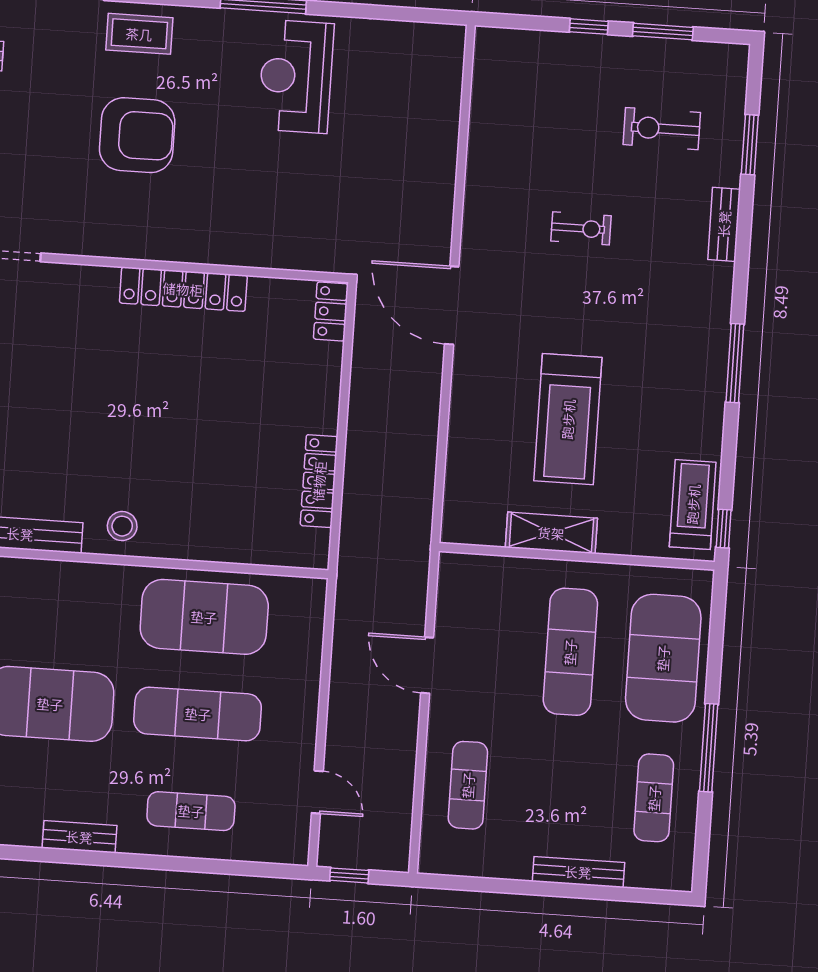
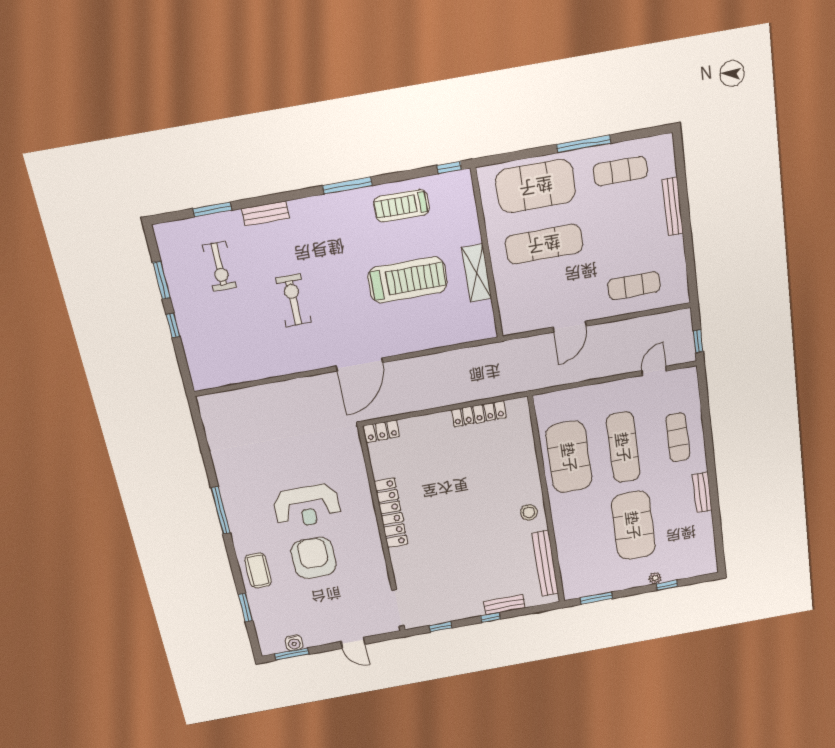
reception desk: (296, 76) -> (307, 506), moved
exercise bike: (581, 228) -> (293, 300), width x1.38, depth x1.39
treadmill: (693, 504) -> (401, 206), moved

